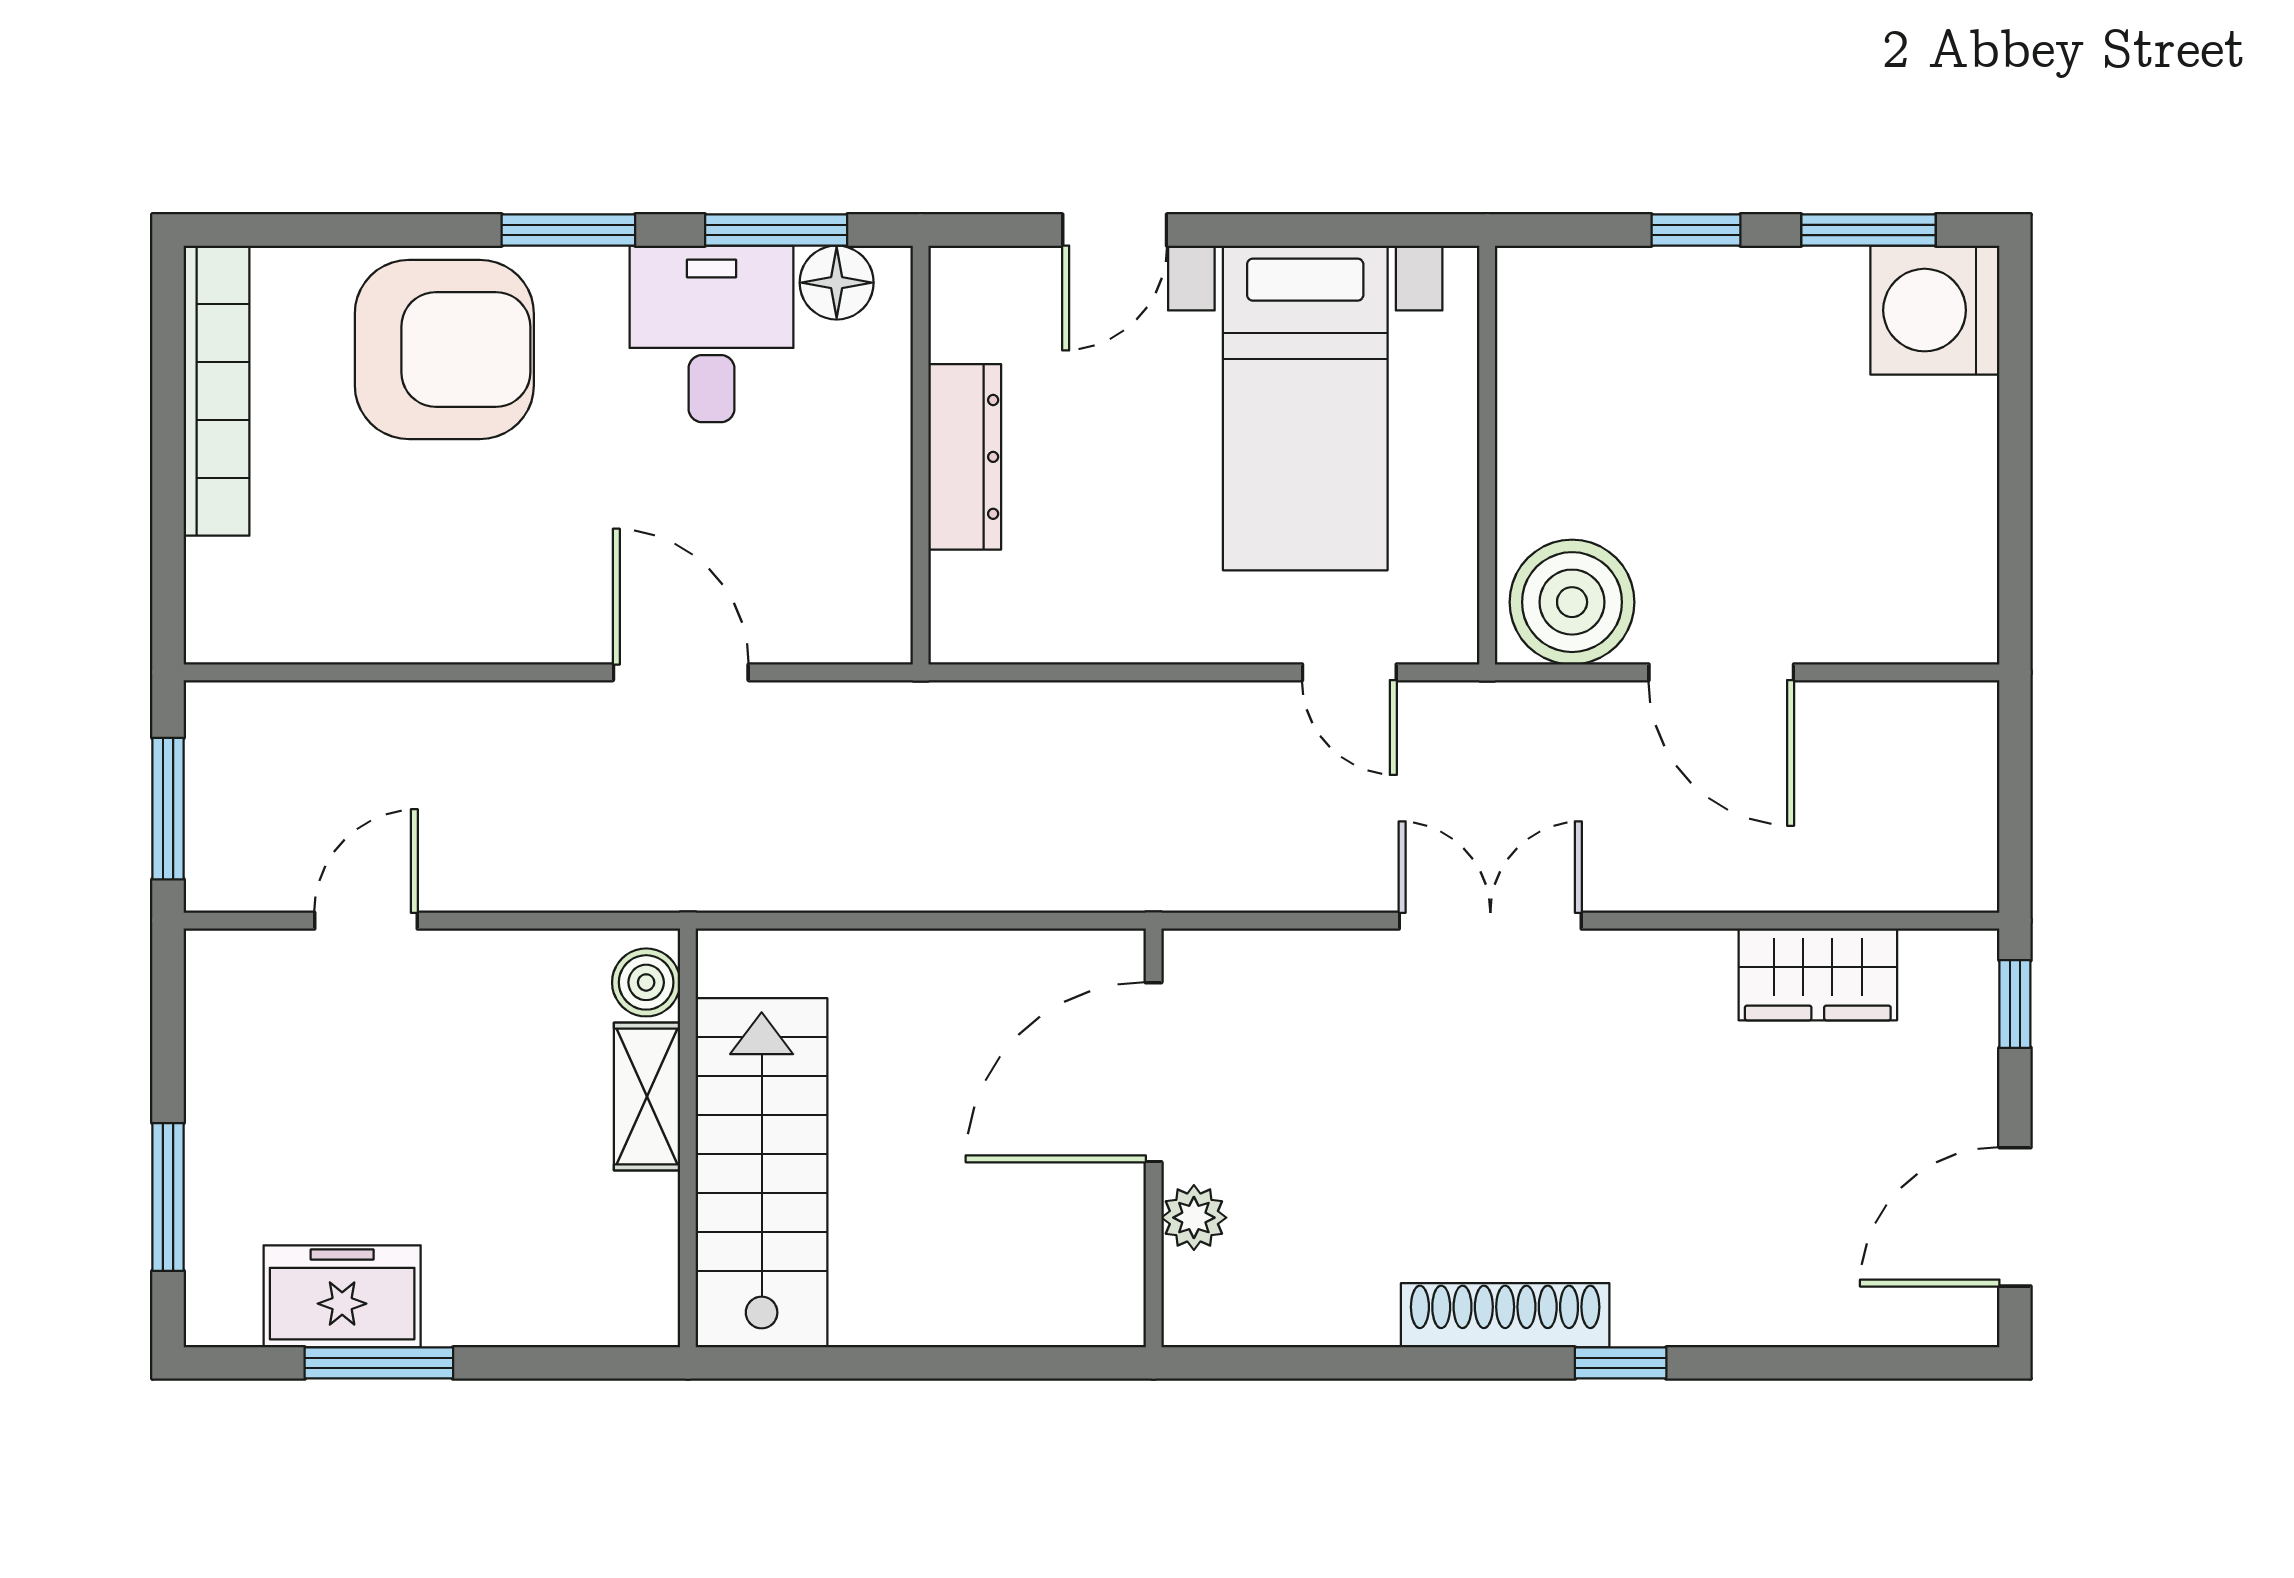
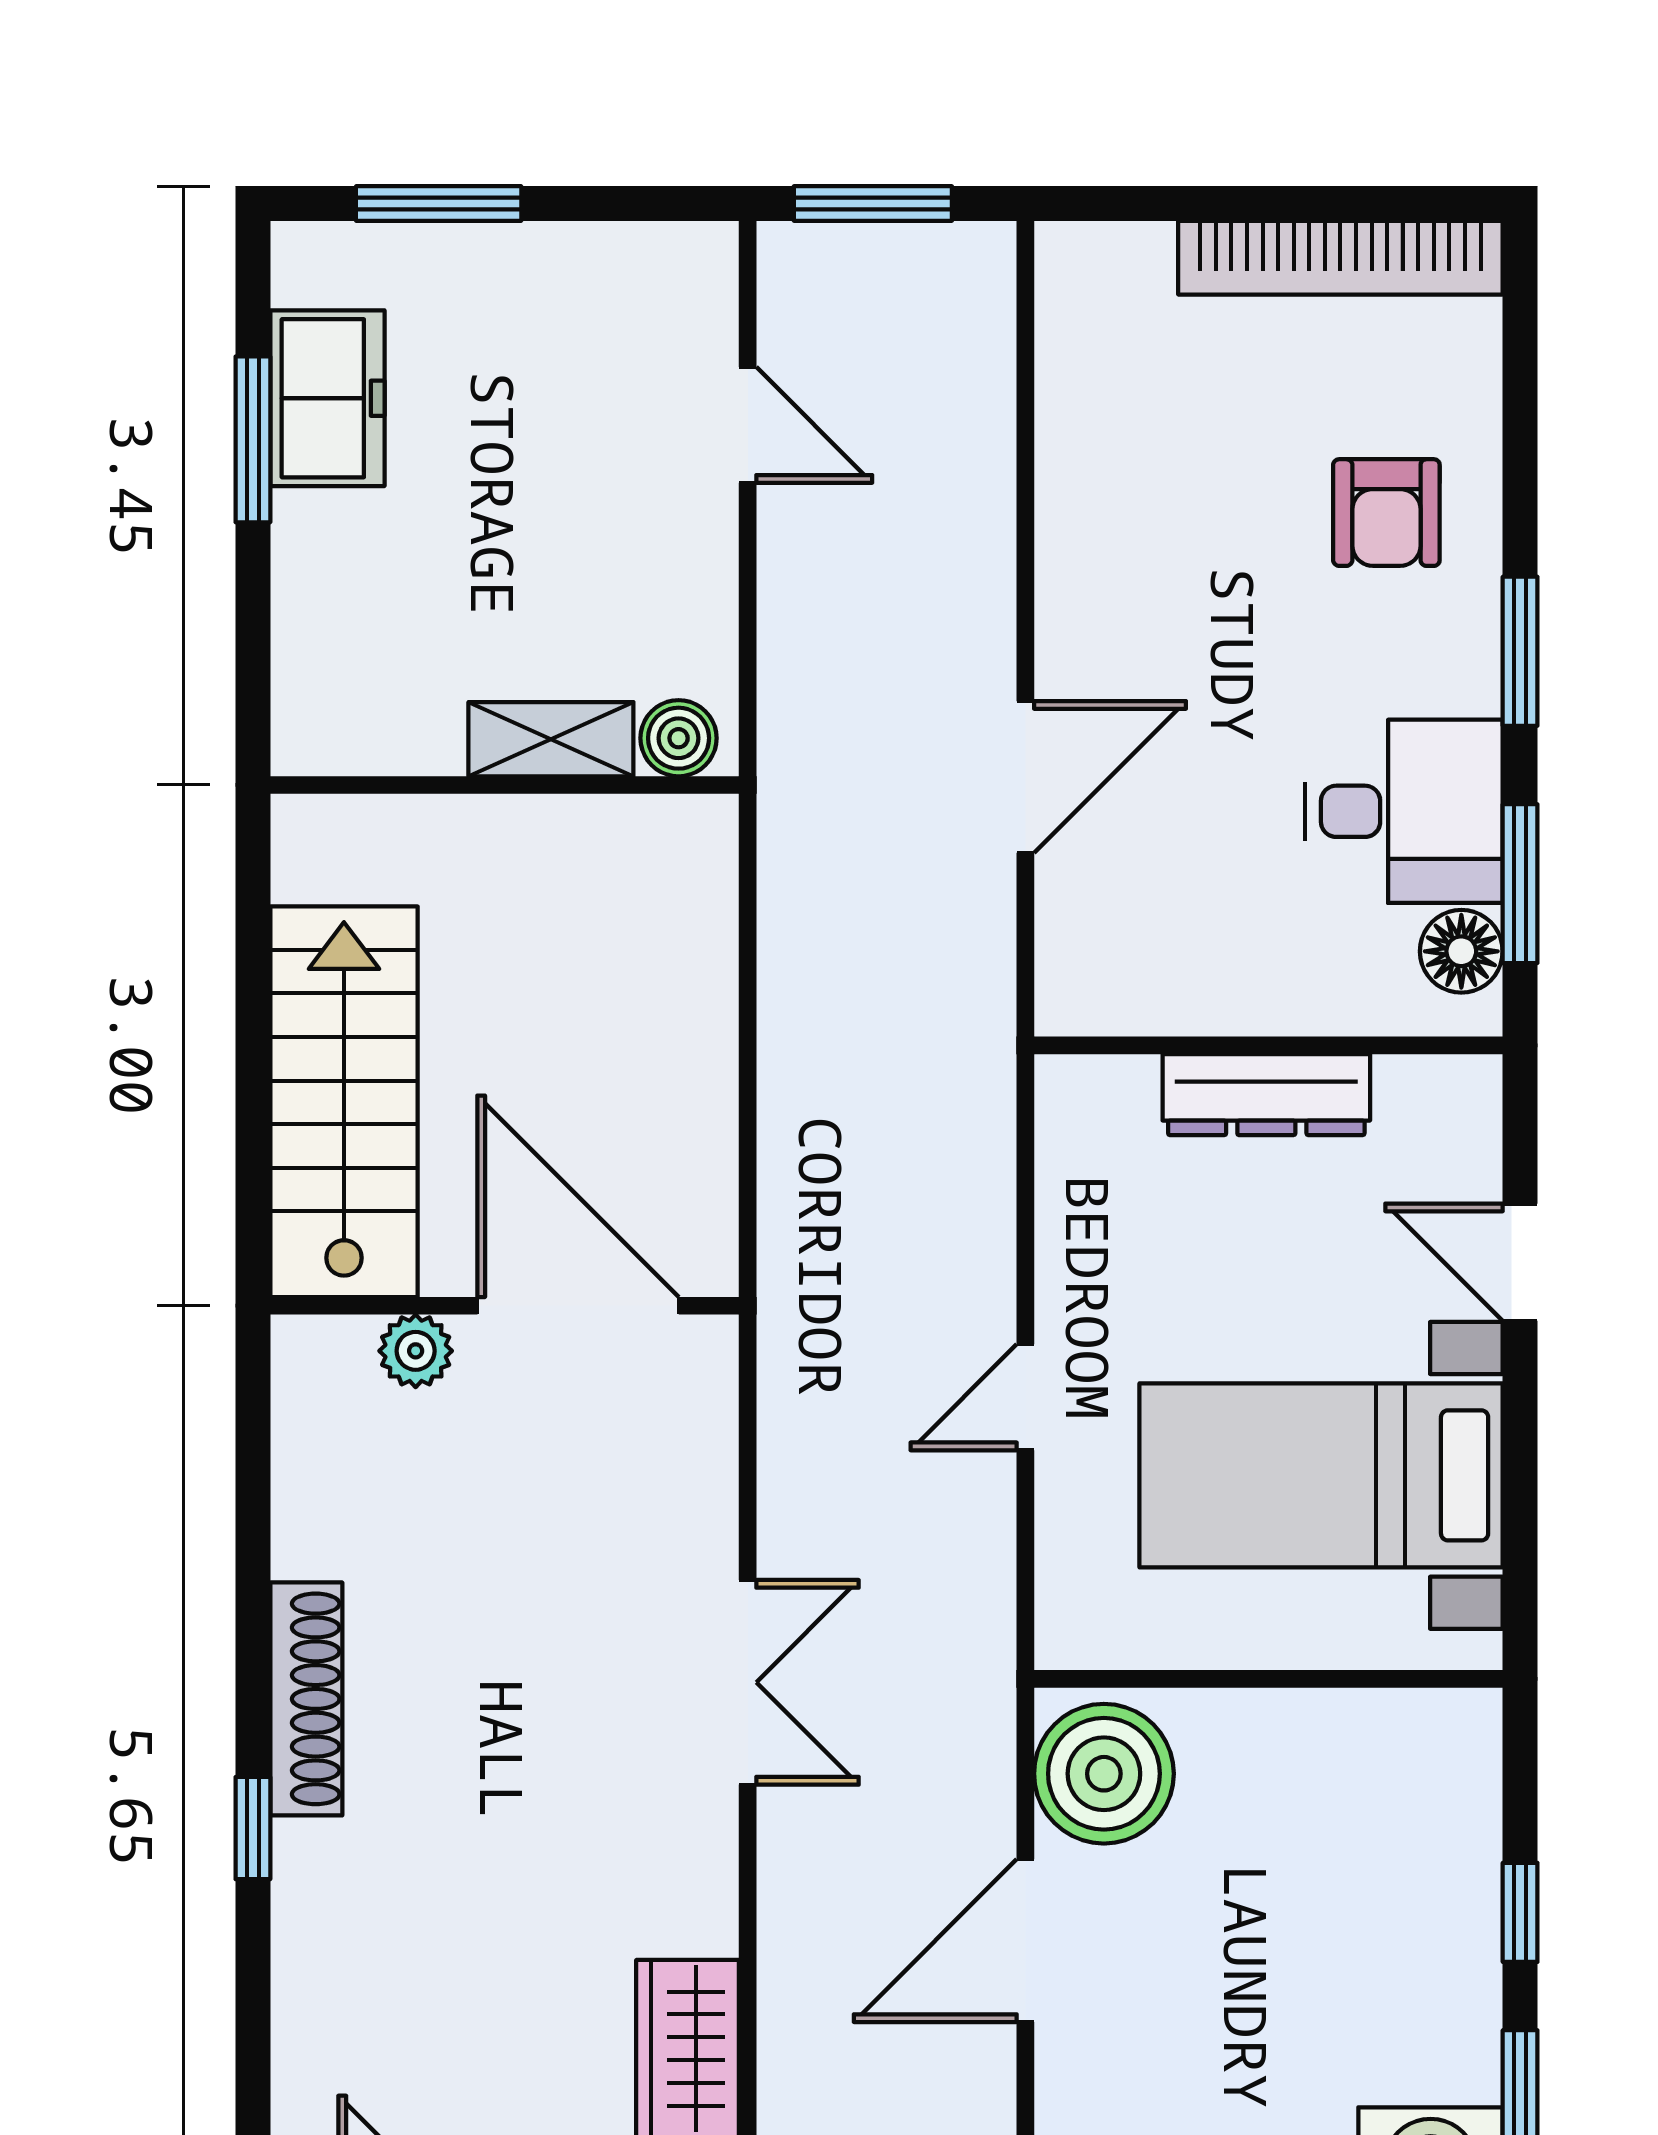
armchair: (444, 349) -> (1386, 513), width x0.53, depth x0.53
door: (1349, 672) -> (1025, 1397), moved
stairs: (762, 1173) -> (344, 1102), moved, turned -90

